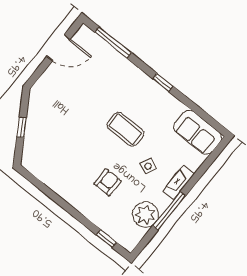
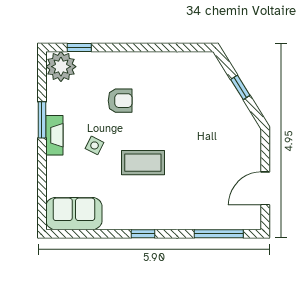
armchair: (108, 182) -> (120, 101), turned -90
fireplace: (178, 182) -> (54, 135), moved
window: (169, 211) -> (42, 120), width x0.69
plant: (145, 215) -> (61, 67), moved

